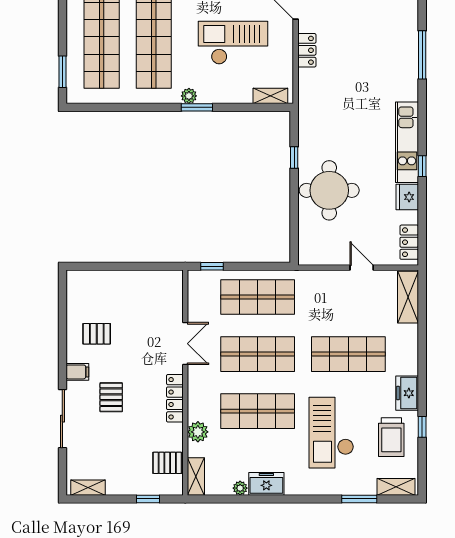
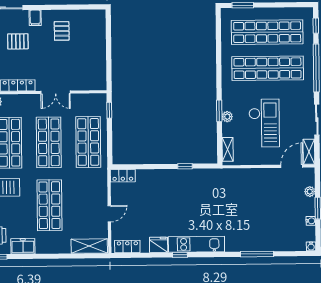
locker: (307, 50) -> (123, 176), moved
plant: (189, 96) -> (227, 117), moved
window: (197, 107) -> (219, 111), moved
round table: (329, 190) -> (163, 191), removed

